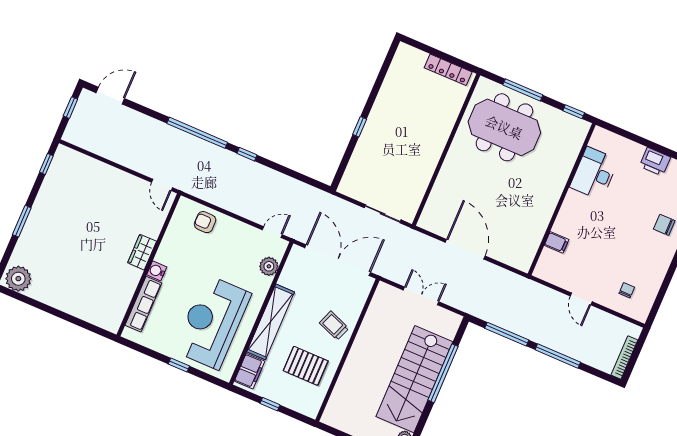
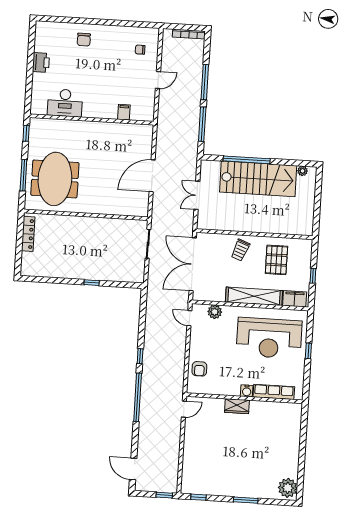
window: (70, 108) -> (164, 495), moved

